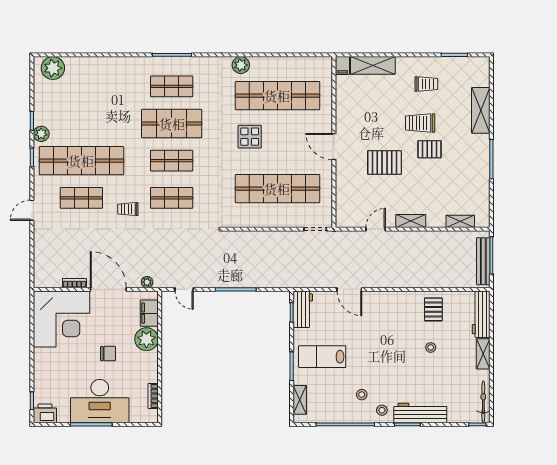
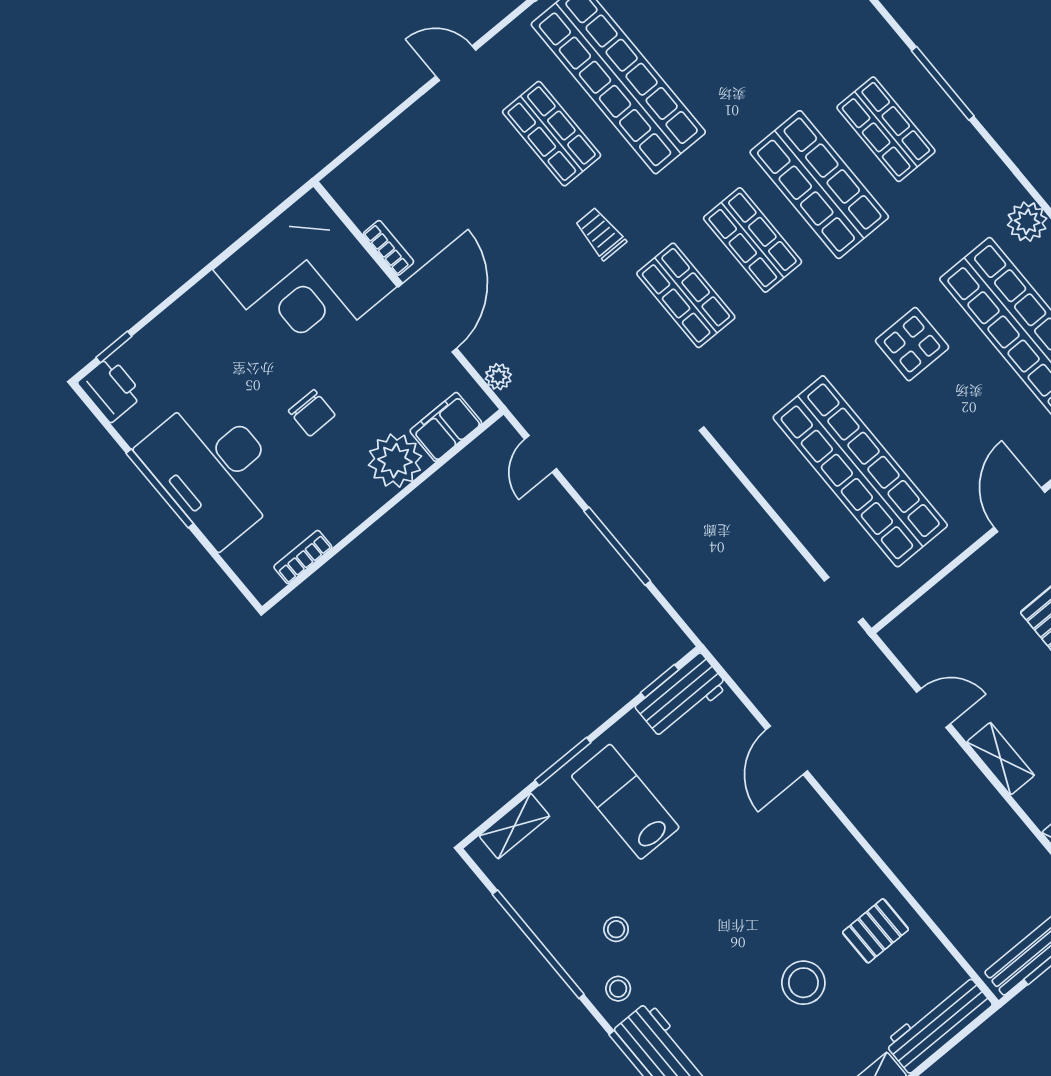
stool: (431, 347) -> (803, 983), width x1.89, depth x1.89

